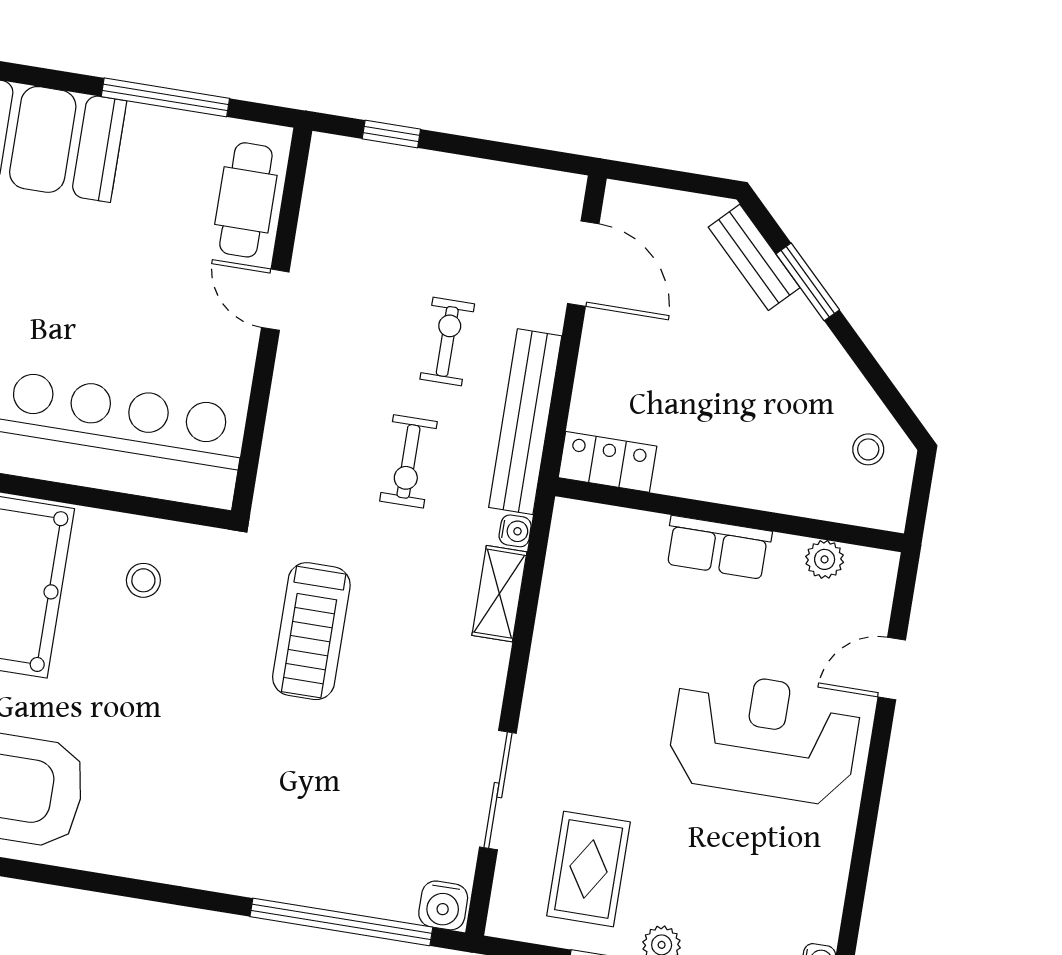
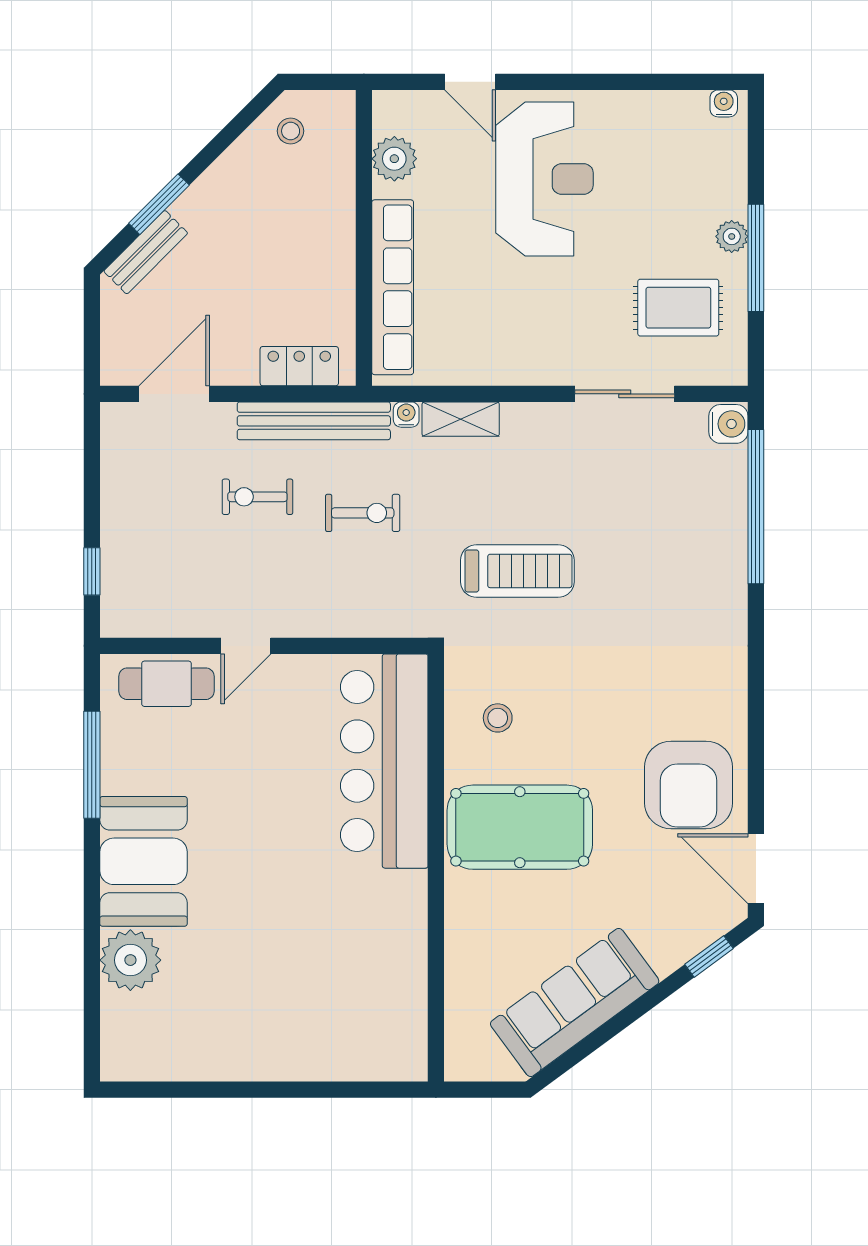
locker: (608, 462) -> (299, 366), moved, turned 90
row of seats: (718, 547) -> (393, 287), width x2.02
plant: (825, 559) -> (394, 159), width x1.38, depth x1.38
reception desk: (764, 737) -> (545, 179), turned 180

